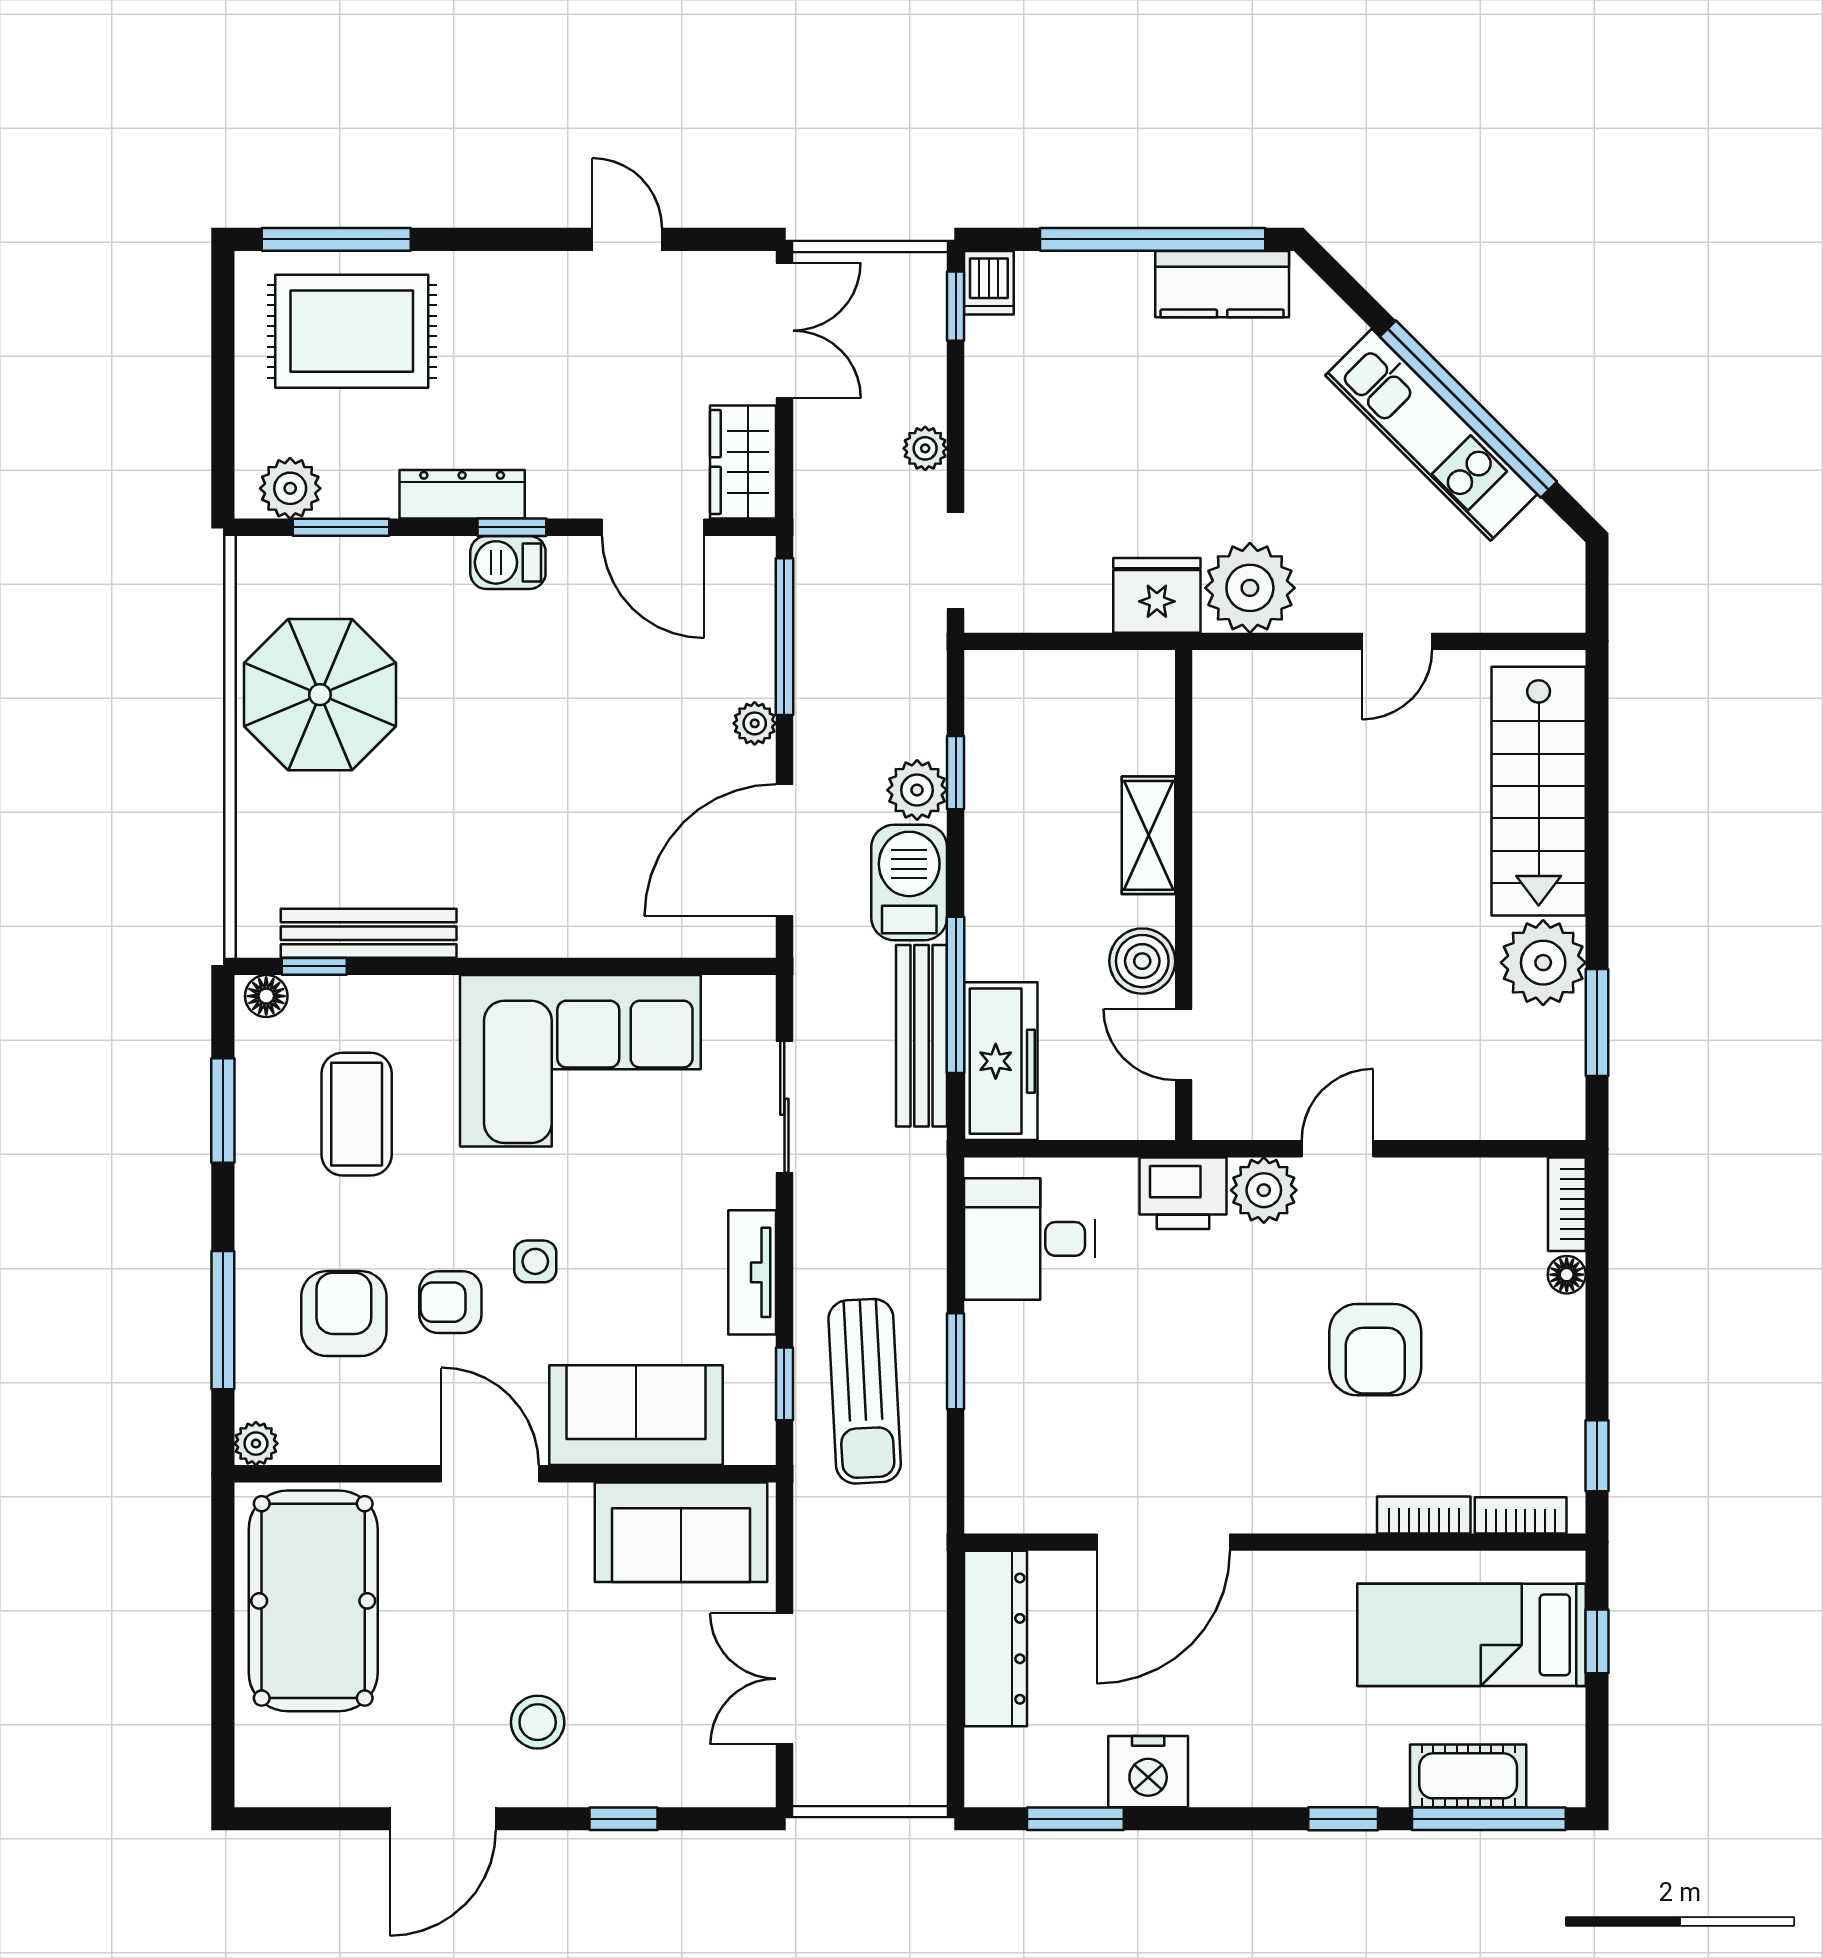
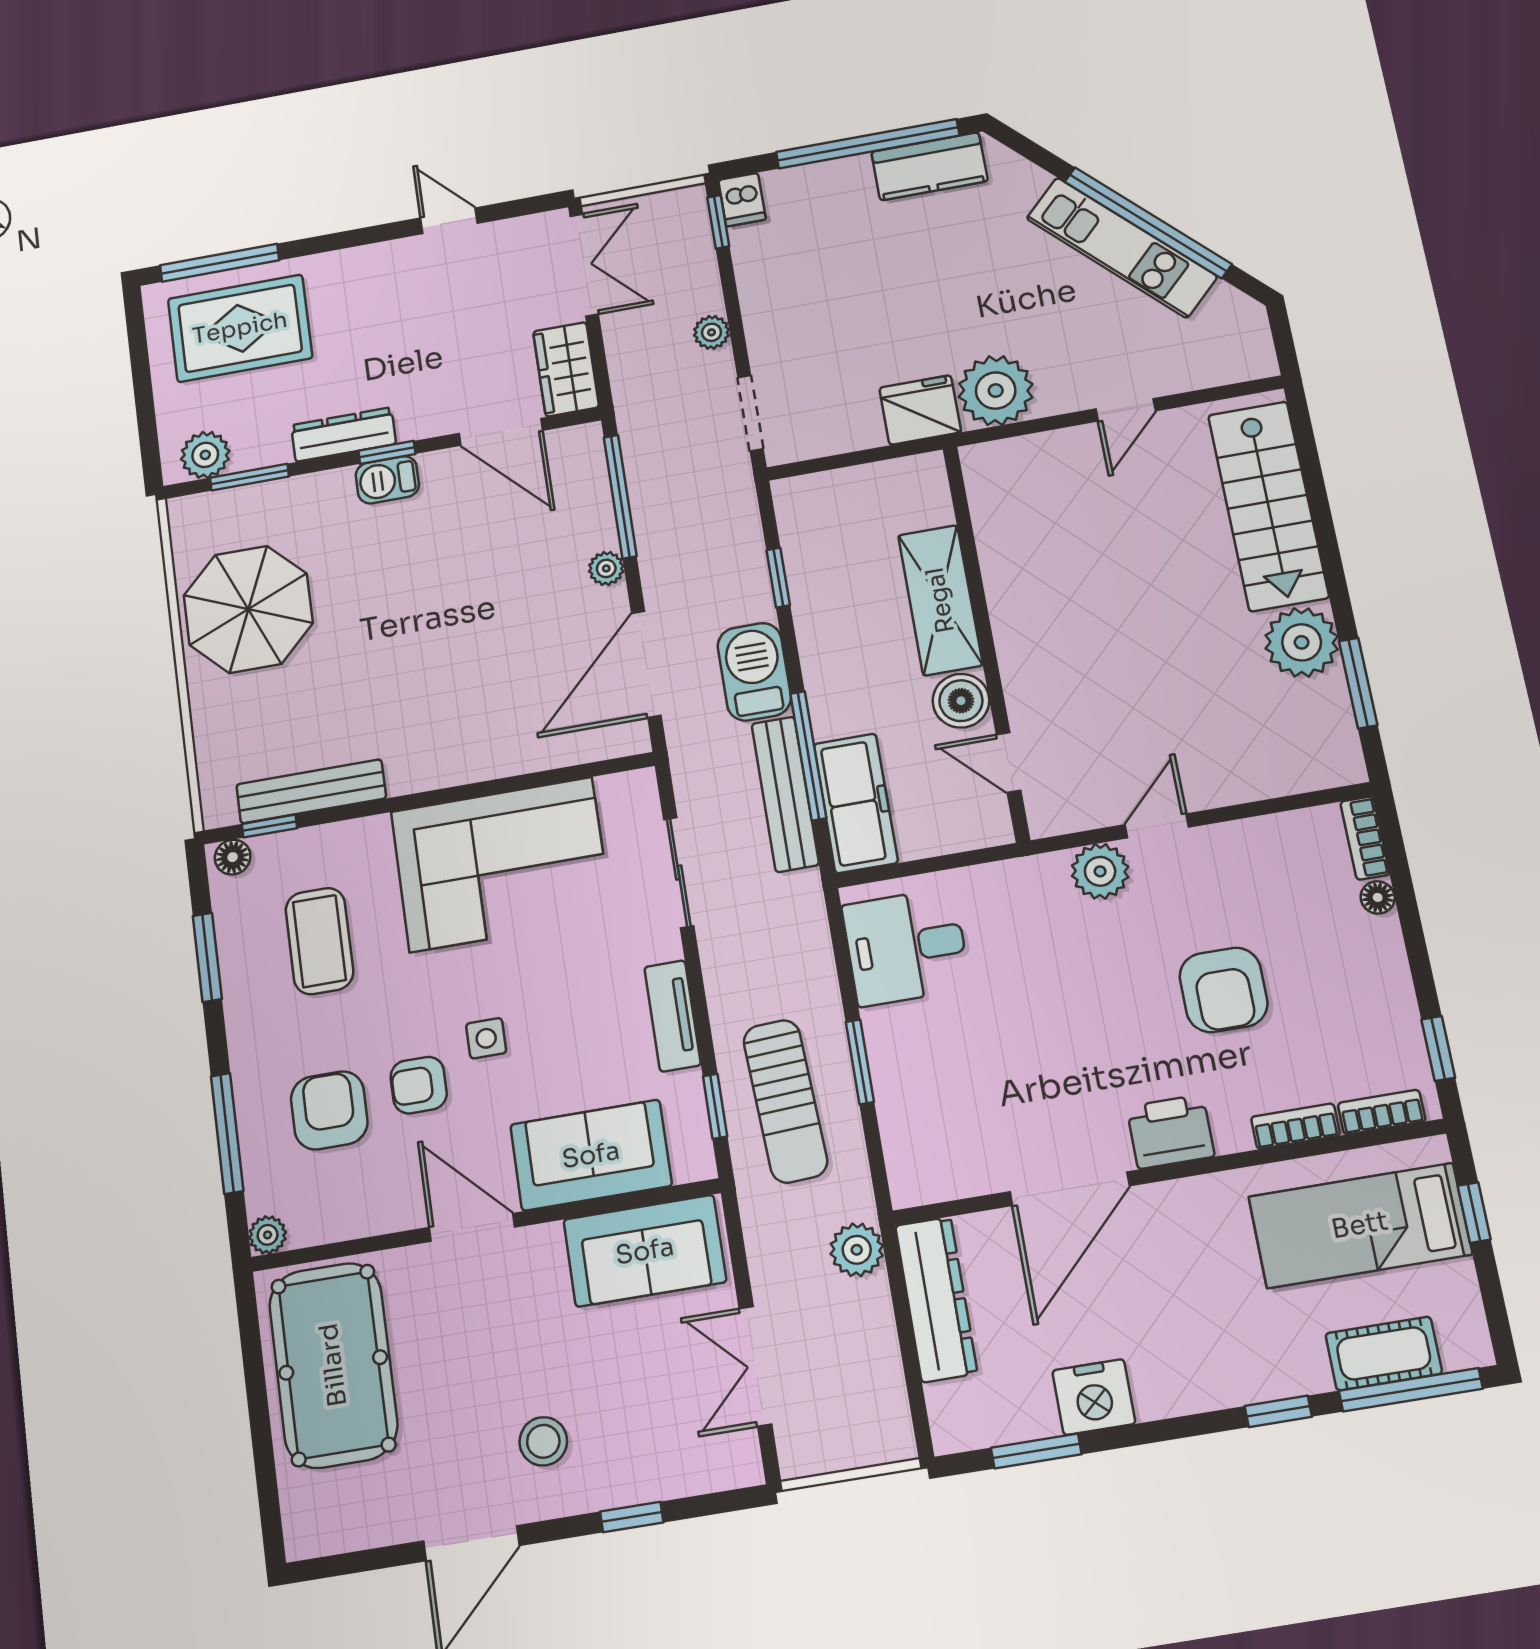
plant: (917, 790) -> (857, 1250), moved
shelving: (1148, 835) -> (940, 600), width x1.50, depth x1.33
printer: (1183, 1193) -> (1171, 1132), moved, turned 180

